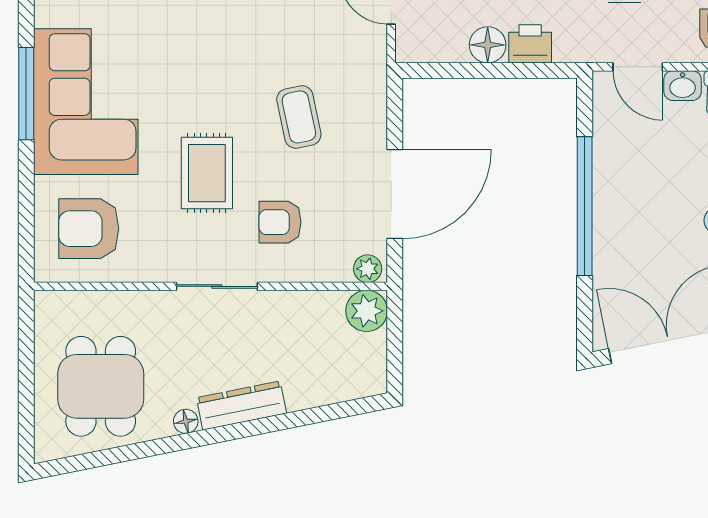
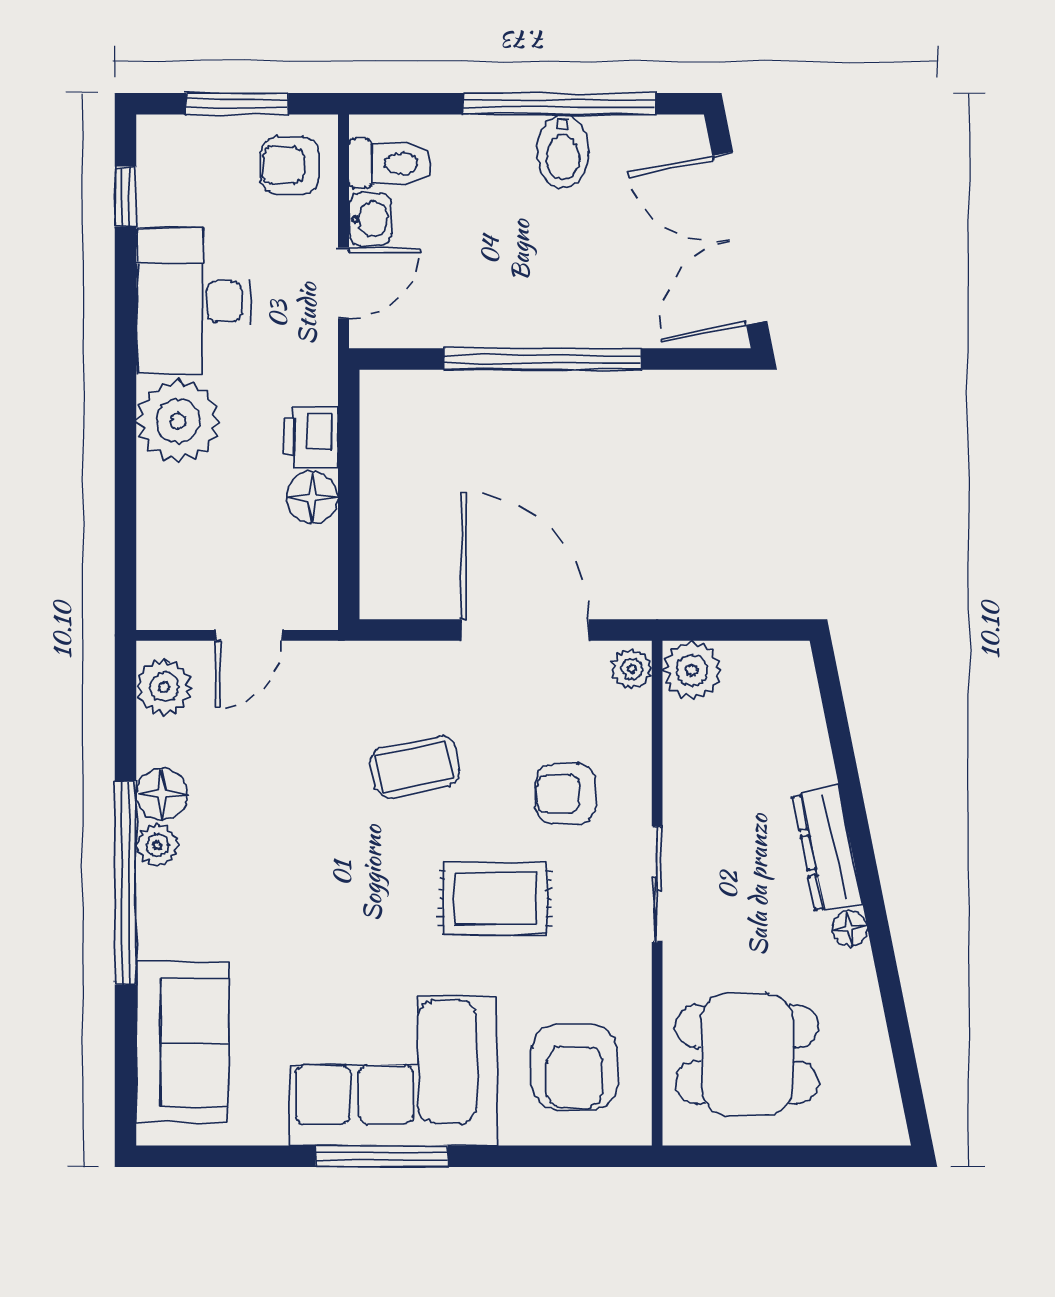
armchair: (280, 222) -> (565, 794), turned 90
dining table: (101, 386) -> (747, 1054), moved

